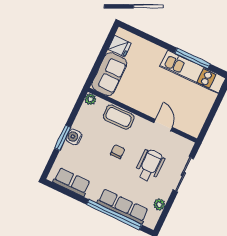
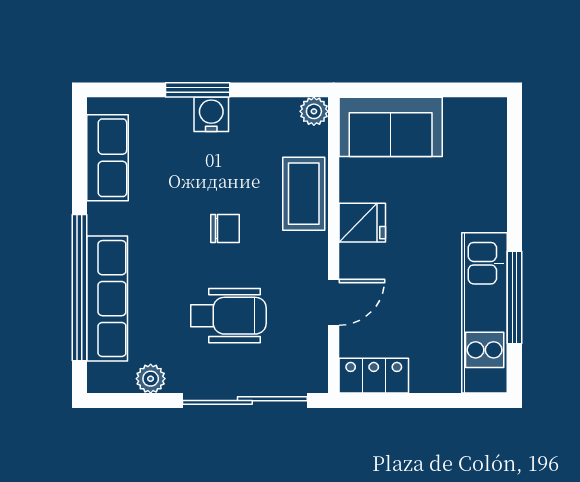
fridge: (120, 46) -> (362, 223), moved, turned -90
locker: (197, 123) -> (374, 376), added
sliding door: (183, 174) -> (245, 401), width x1.37

